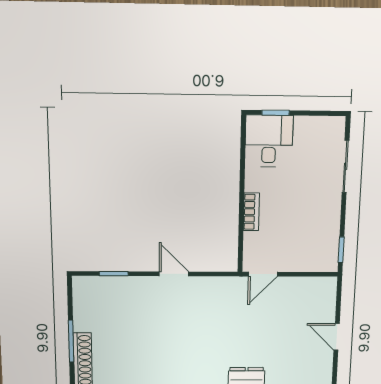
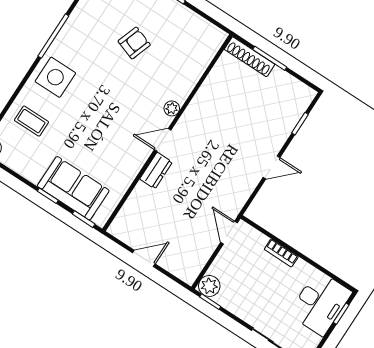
desk: (269, 141) -> (320, 303), width x1.37
plant: (326, 260) -> (209, 286), added

